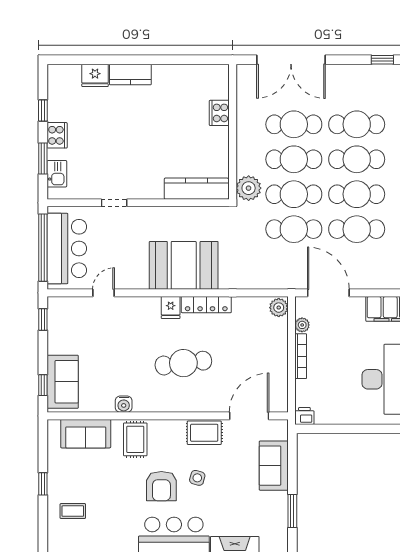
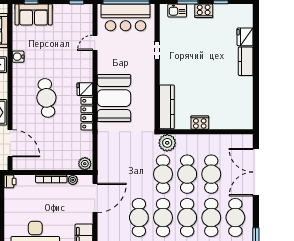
cooker: (219, 113) -> (200, 123), moved
cafe table: (294, 229) -> (235, 218), moved
door: (104, 293) -> (95, 43), swing flipped

